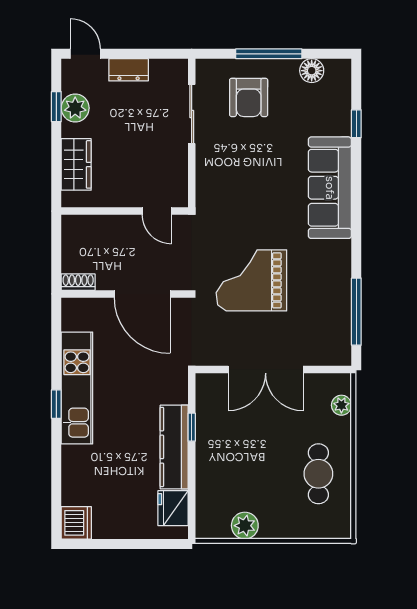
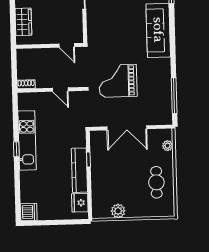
door: (142, 294) -> (60, 90), width x0.53

